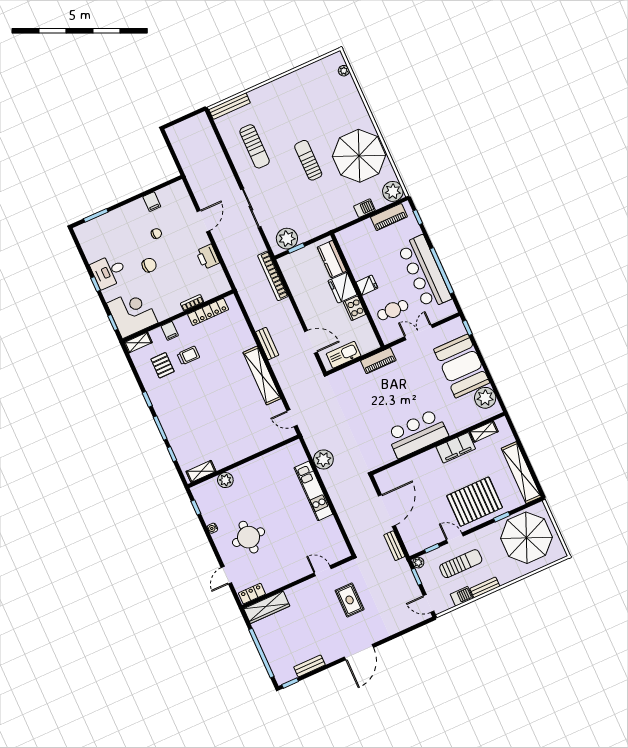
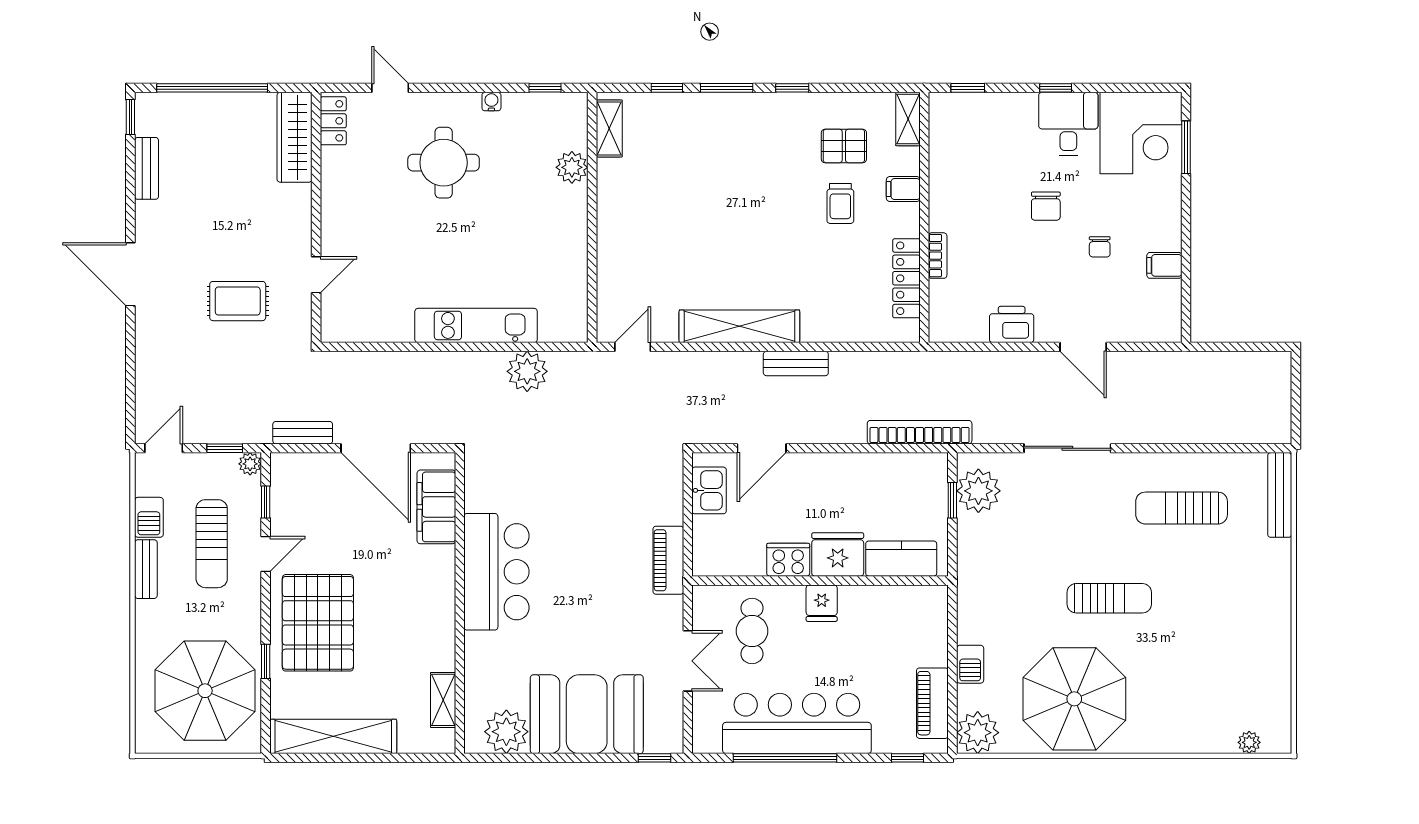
corner desk: (132, 313) -> (1141, 133), moved
kitchen sink: (344, 355) -> (709, 490), width x0.73
filing cabinet: (456, 448) -> (436, 507), moved

